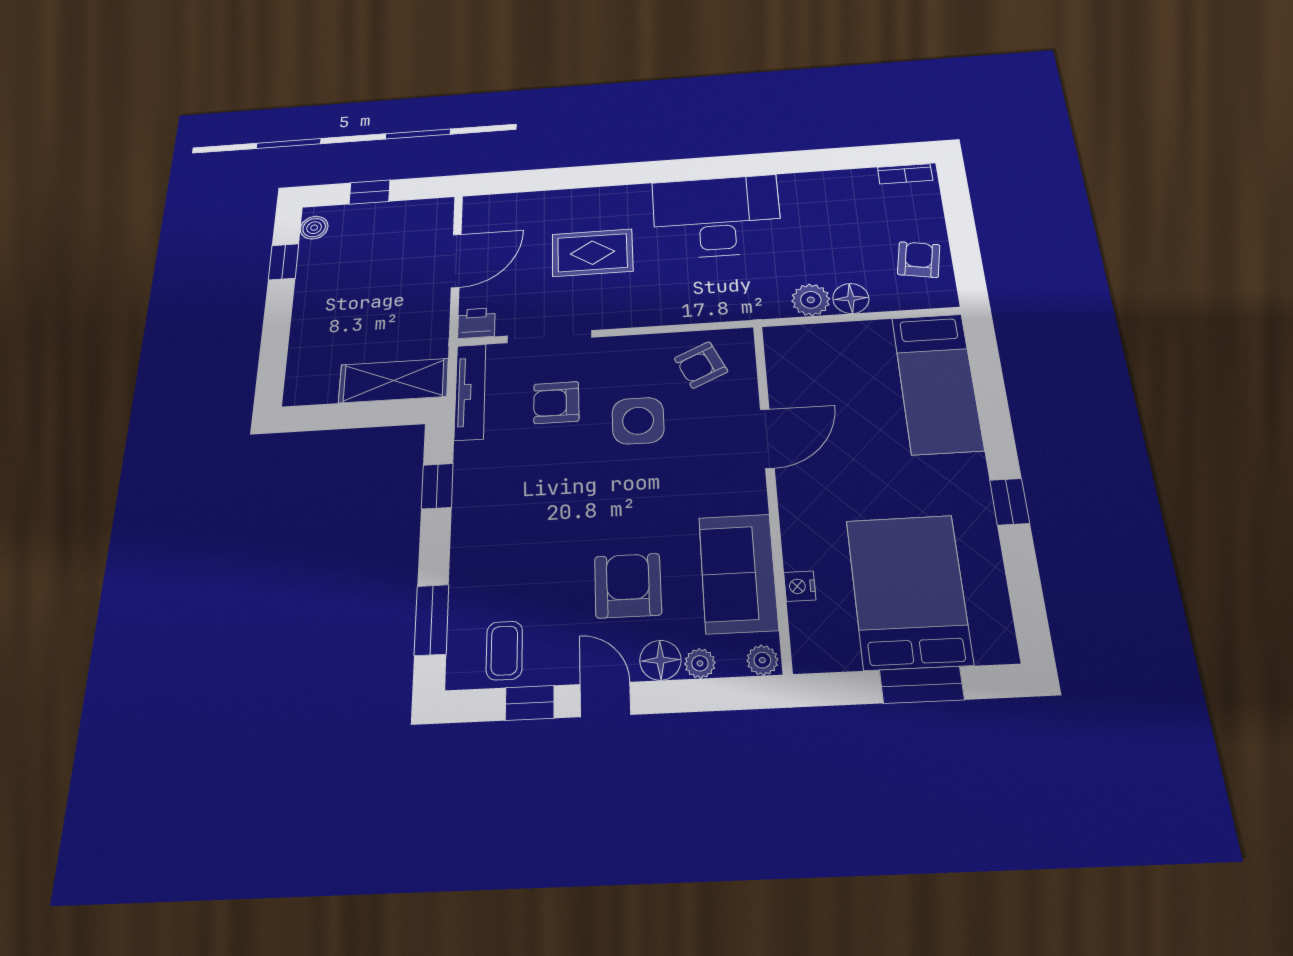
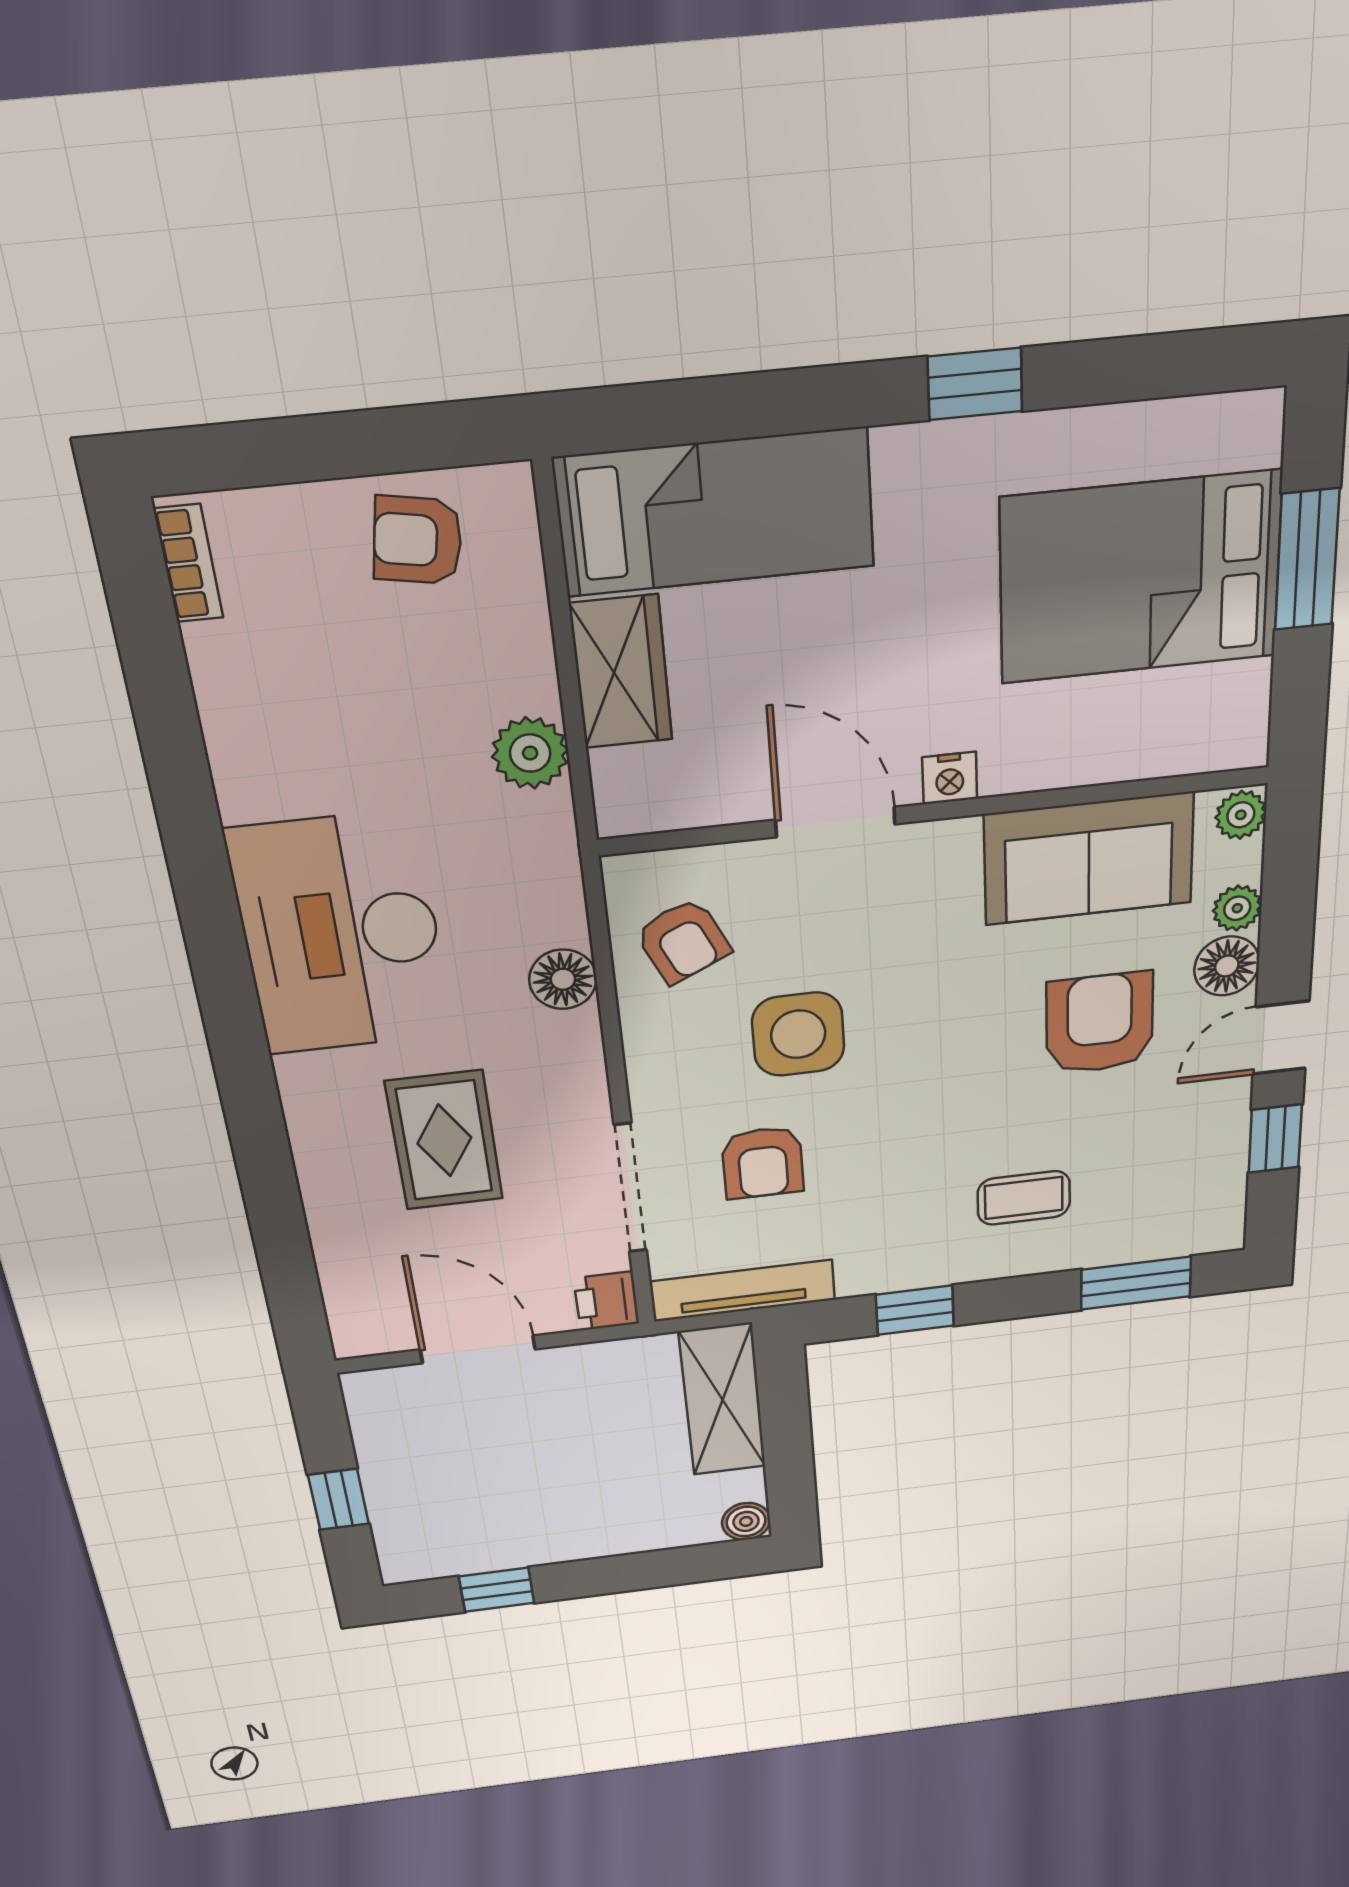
boiler: (314, 228) -> (746, 1521), moved
floor lamp: (851, 299) -> (563, 979), moved
wardrobe: (853, 340) -> (621, 672), added
armchair: (628, 586) -> (1100, 1023), turned 90
nightstand: (800, 586) -> (950, 778), moved
coffee table: (504, 651) -> (1024, 1198), moved

